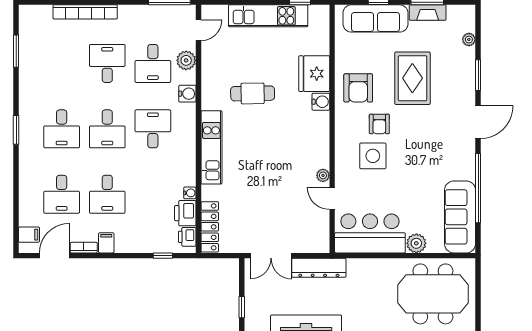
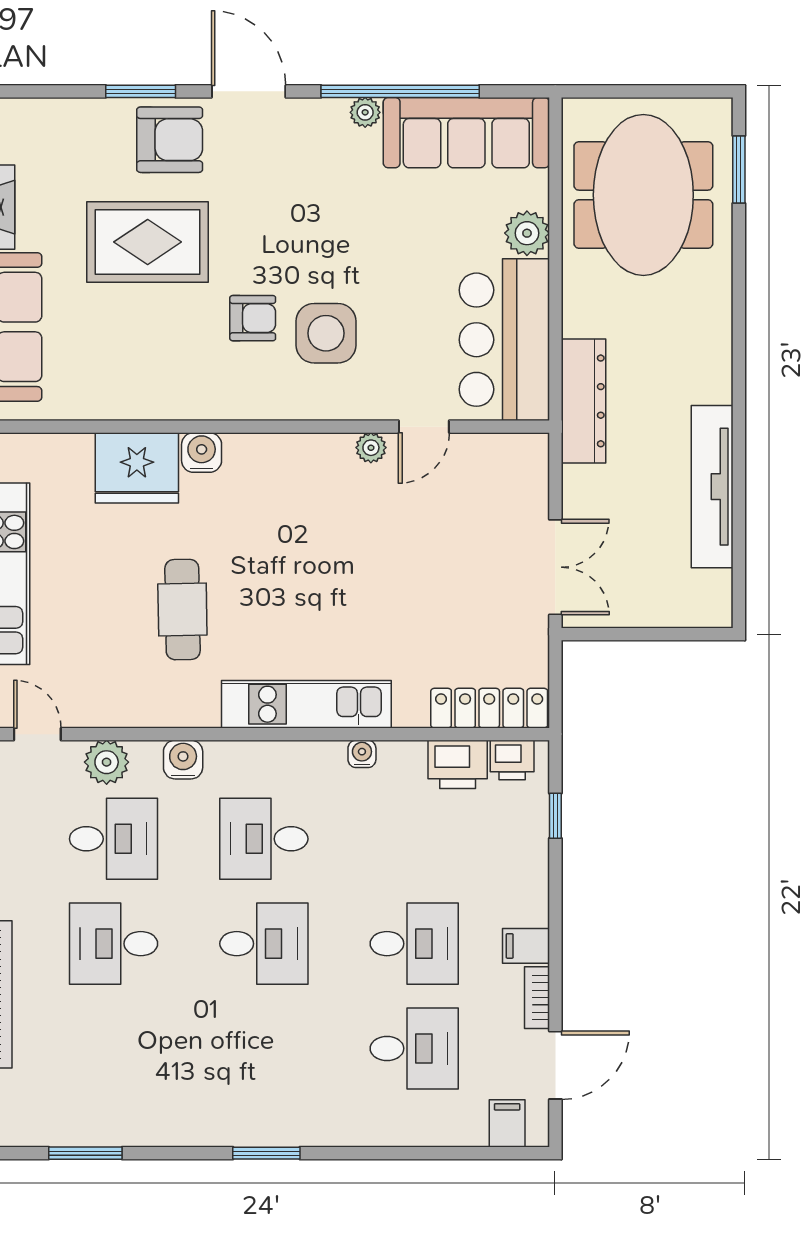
plant: (469, 40) -> (365, 112), moved
armchair: (358, 88) -> (170, 140), moved
desk: (62, 129) -> (264, 1048), removed
water cooler: (190, 193) -> (362, 754), moved
door: (54, 256) -> (555, 1065), swing flipped
dresser: (319, 268) -> (583, 401), moved
window: (242, 307) -> (674, 634), removed

